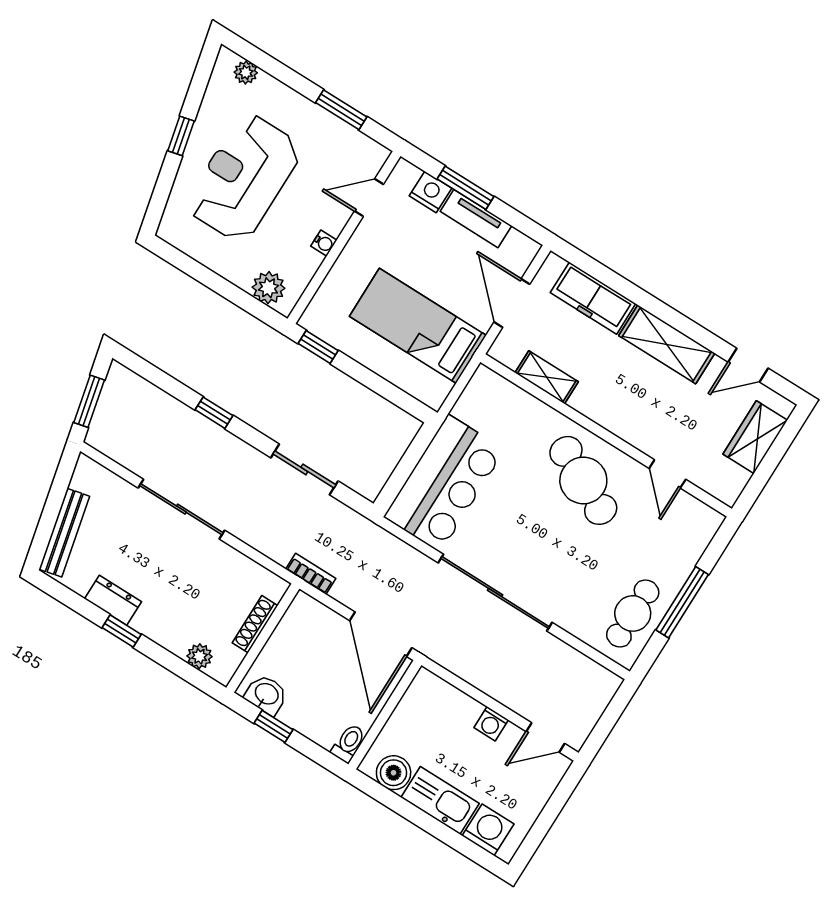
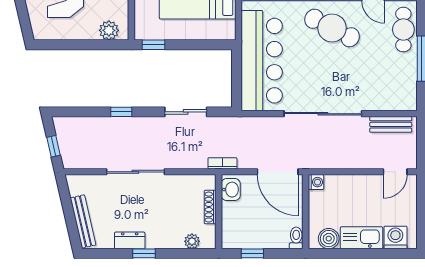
window: (89, 401) -> (54, 146), width x0.67
bar counter: (444, 483) -> (262, 61), width x1.36
cafe table: (633, 613) -> (403, 30), moved
bench: (581, 667) -> (391, 124), added
washbasin: (266, 695) -> (231, 190), moved, turned 90
washing machine: (491, 724) -> (316, 182), moved, turned -90

